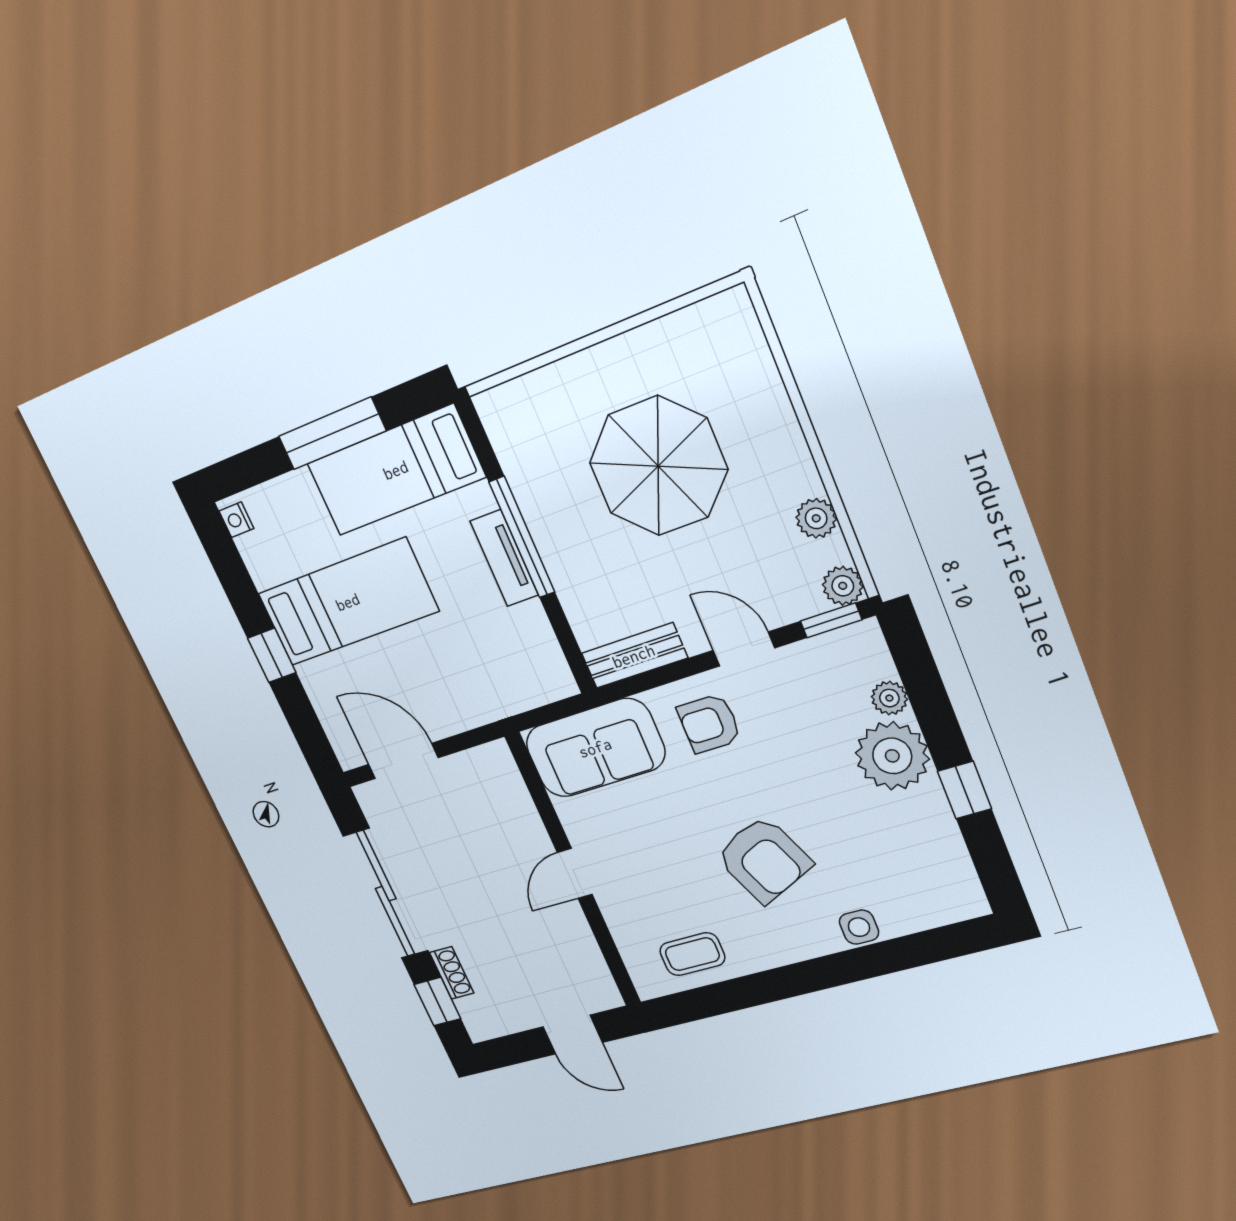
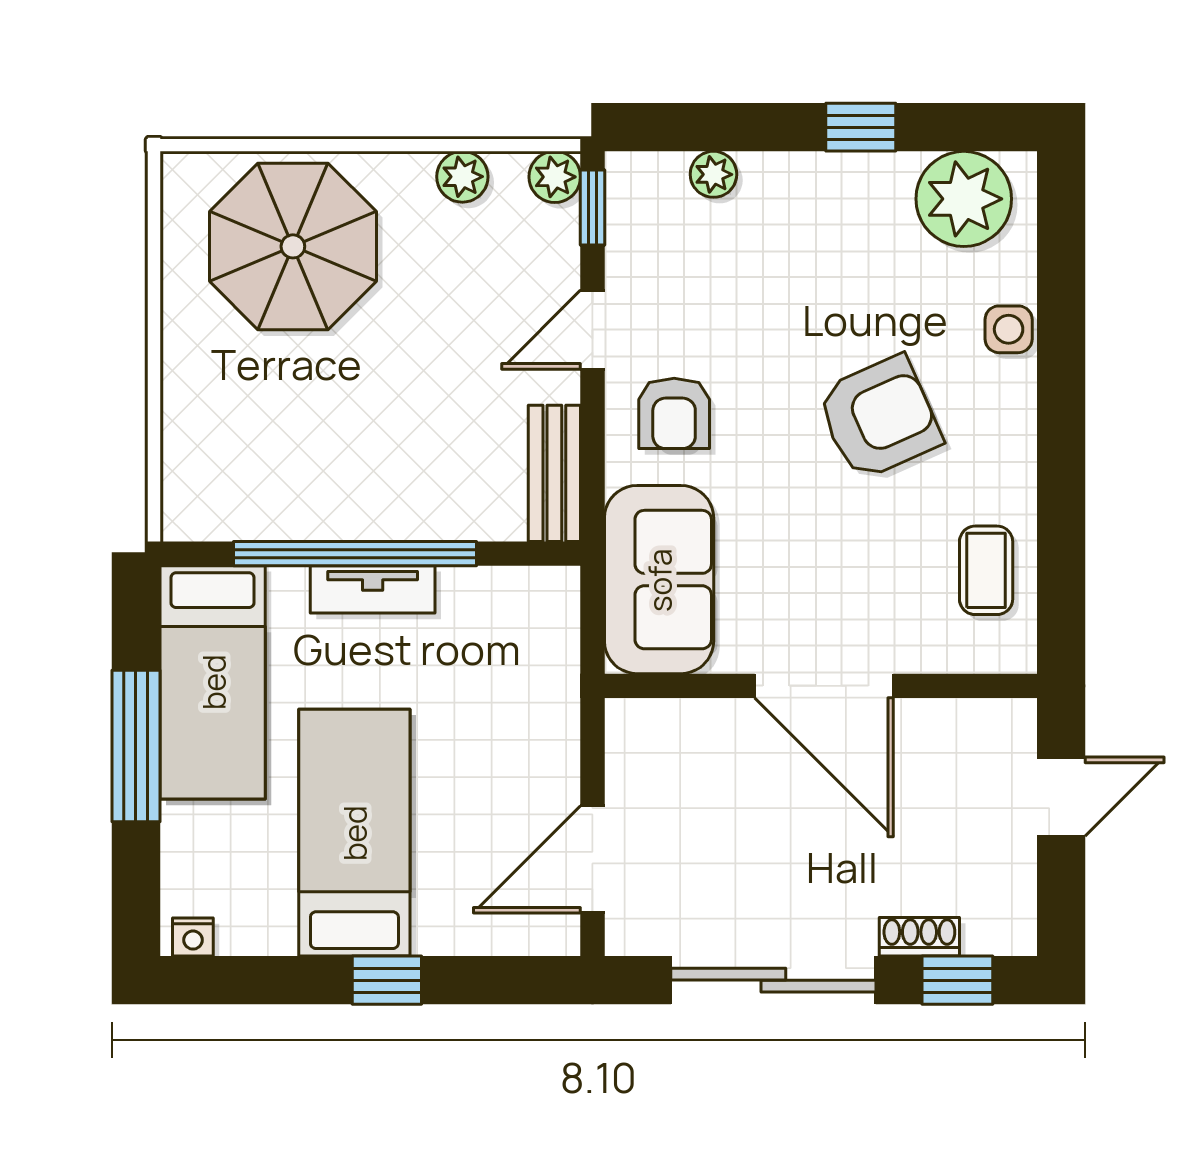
parasol: (658, 466) -> (293, 246), moved
window: (522, 537) -> (355, 554), width x1.46
plant: (892, 756) -> (964, 199), moved
door: (575, 874) -> (824, 686), width x1.88

